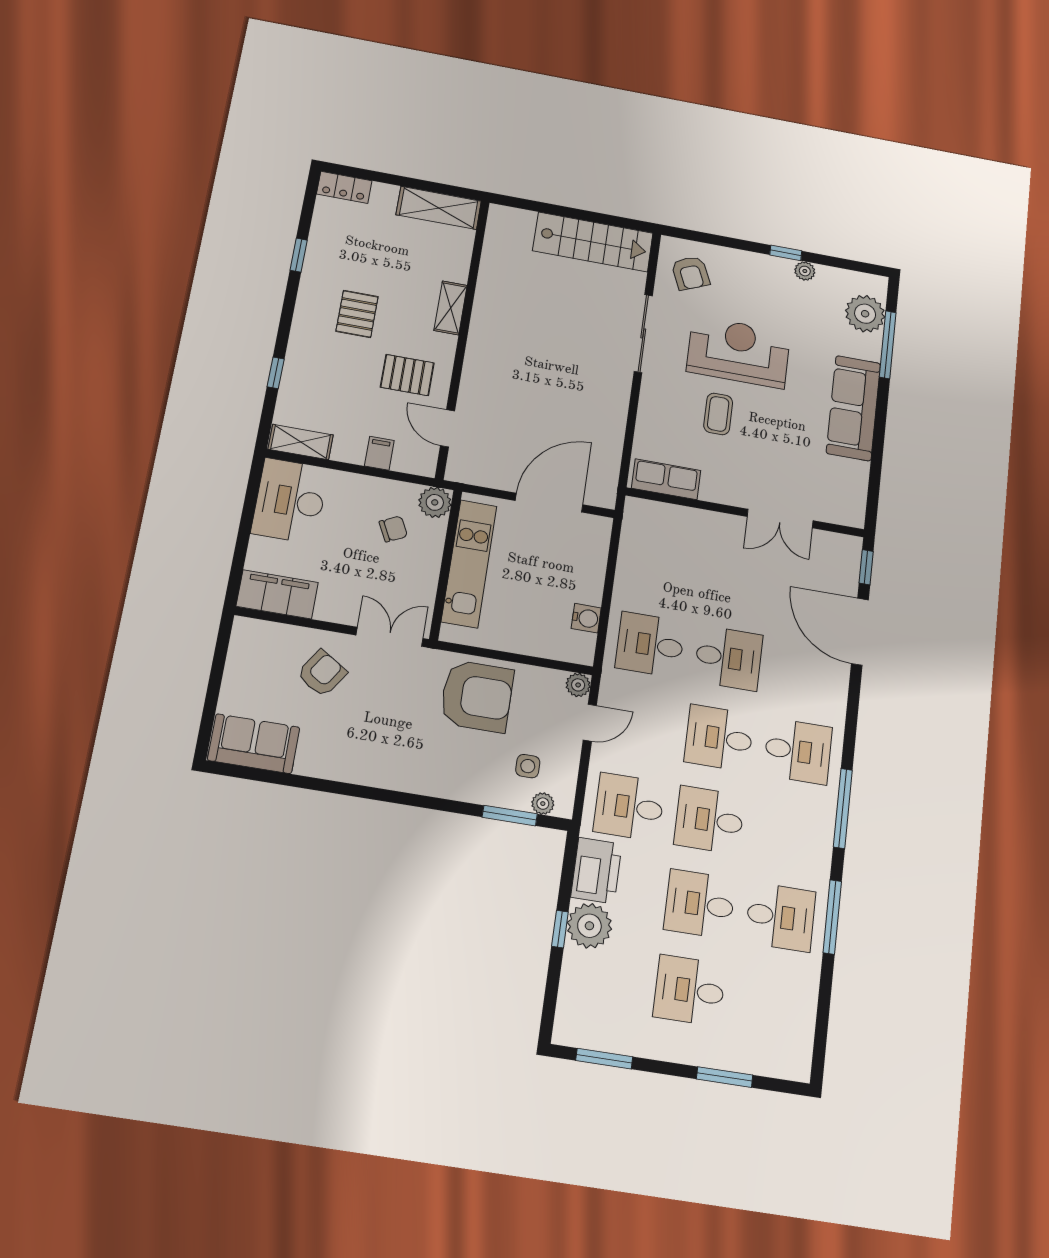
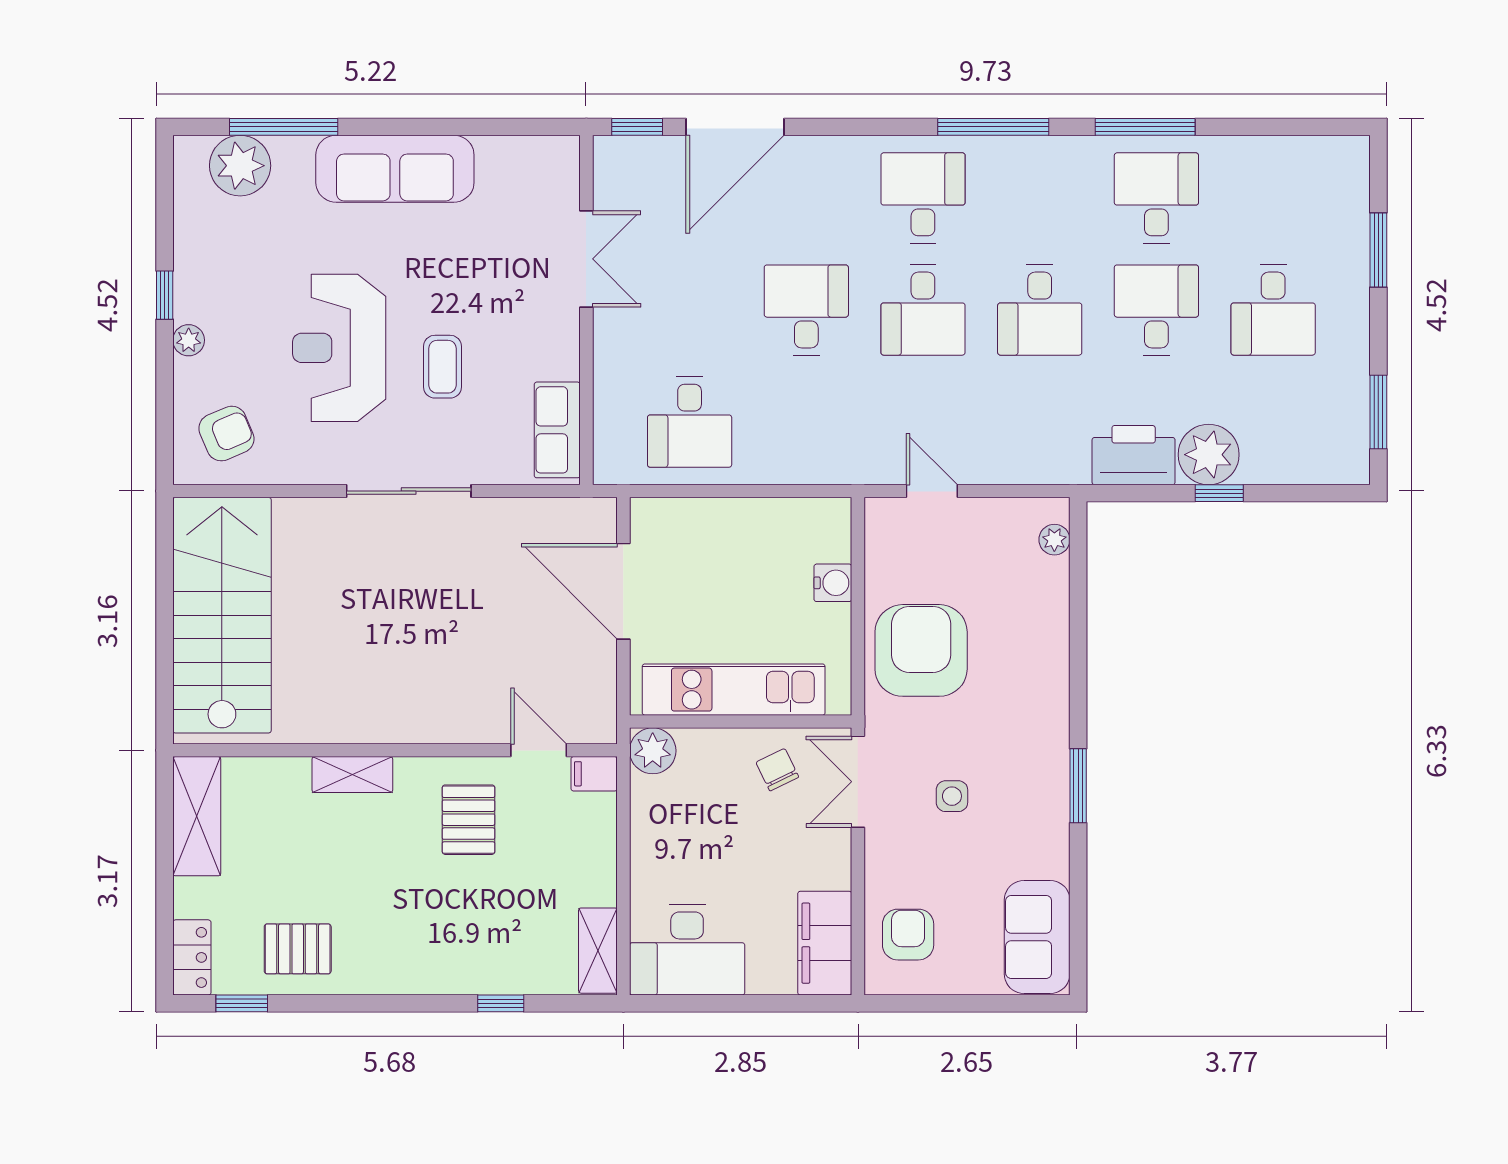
stairs: (593, 242) -> (222, 615), width x1.36, depth x1.51
window: (299, 255) -> (242, 1003), moved
plant: (805, 271) -> (189, 340), moved
pallet: (357, 314) -> (298, 949), moved
sliding door: (643, 333) -> (409, 491), moved
coffee table: (718, 414) -> (442, 367), turned 90
door: (448, 428) -> (539, 750), swing flipped
filing cabinet: (379, 453) -> (594, 774), moved
chair: (393, 529) -> (777, 770), moved
water cooler: (586, 618) -> (833, 583), moved, turned 90
desk: (650, 645) -> (690, 422), moved
armchair: (322, 673) -> (908, 935), moved, turned 57
plant: (578, 685) -> (881, 514), removed
side table: (528, 766) -> (952, 796), moved
desk: (629, 807) -> (1040, 422), removed
window: (510, 816) -> (1078, 786), moved
desk: (700, 904) -> (1156, 310), turned 180

